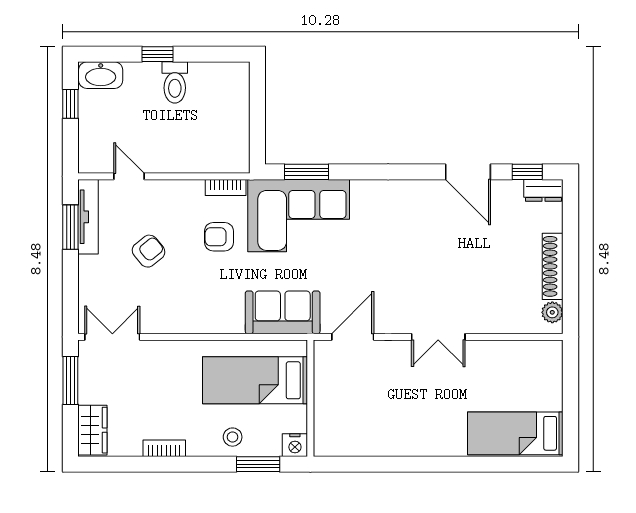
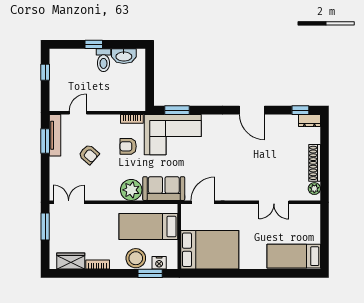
washbasin: (101, 75) -> (124, 56), moved
door: (468, 172) -> (252, 110), moved
door: (129, 176) -> (78, 113), hinge flipped
armchair: (149, 251) -> (89, 154), turned 80
plant: (224, 315) -> (131, 190), added
double door: (438, 337) -> (274, 202), moved
bed: (365, 422) -> (210, 250), added
wardrobe: (92, 430) -> (71, 261), moved, turned -90
stool: (233, 437) -> (136, 258), width x1.89, depth x1.89
nightstand: (295, 445) -> (159, 263), moved

